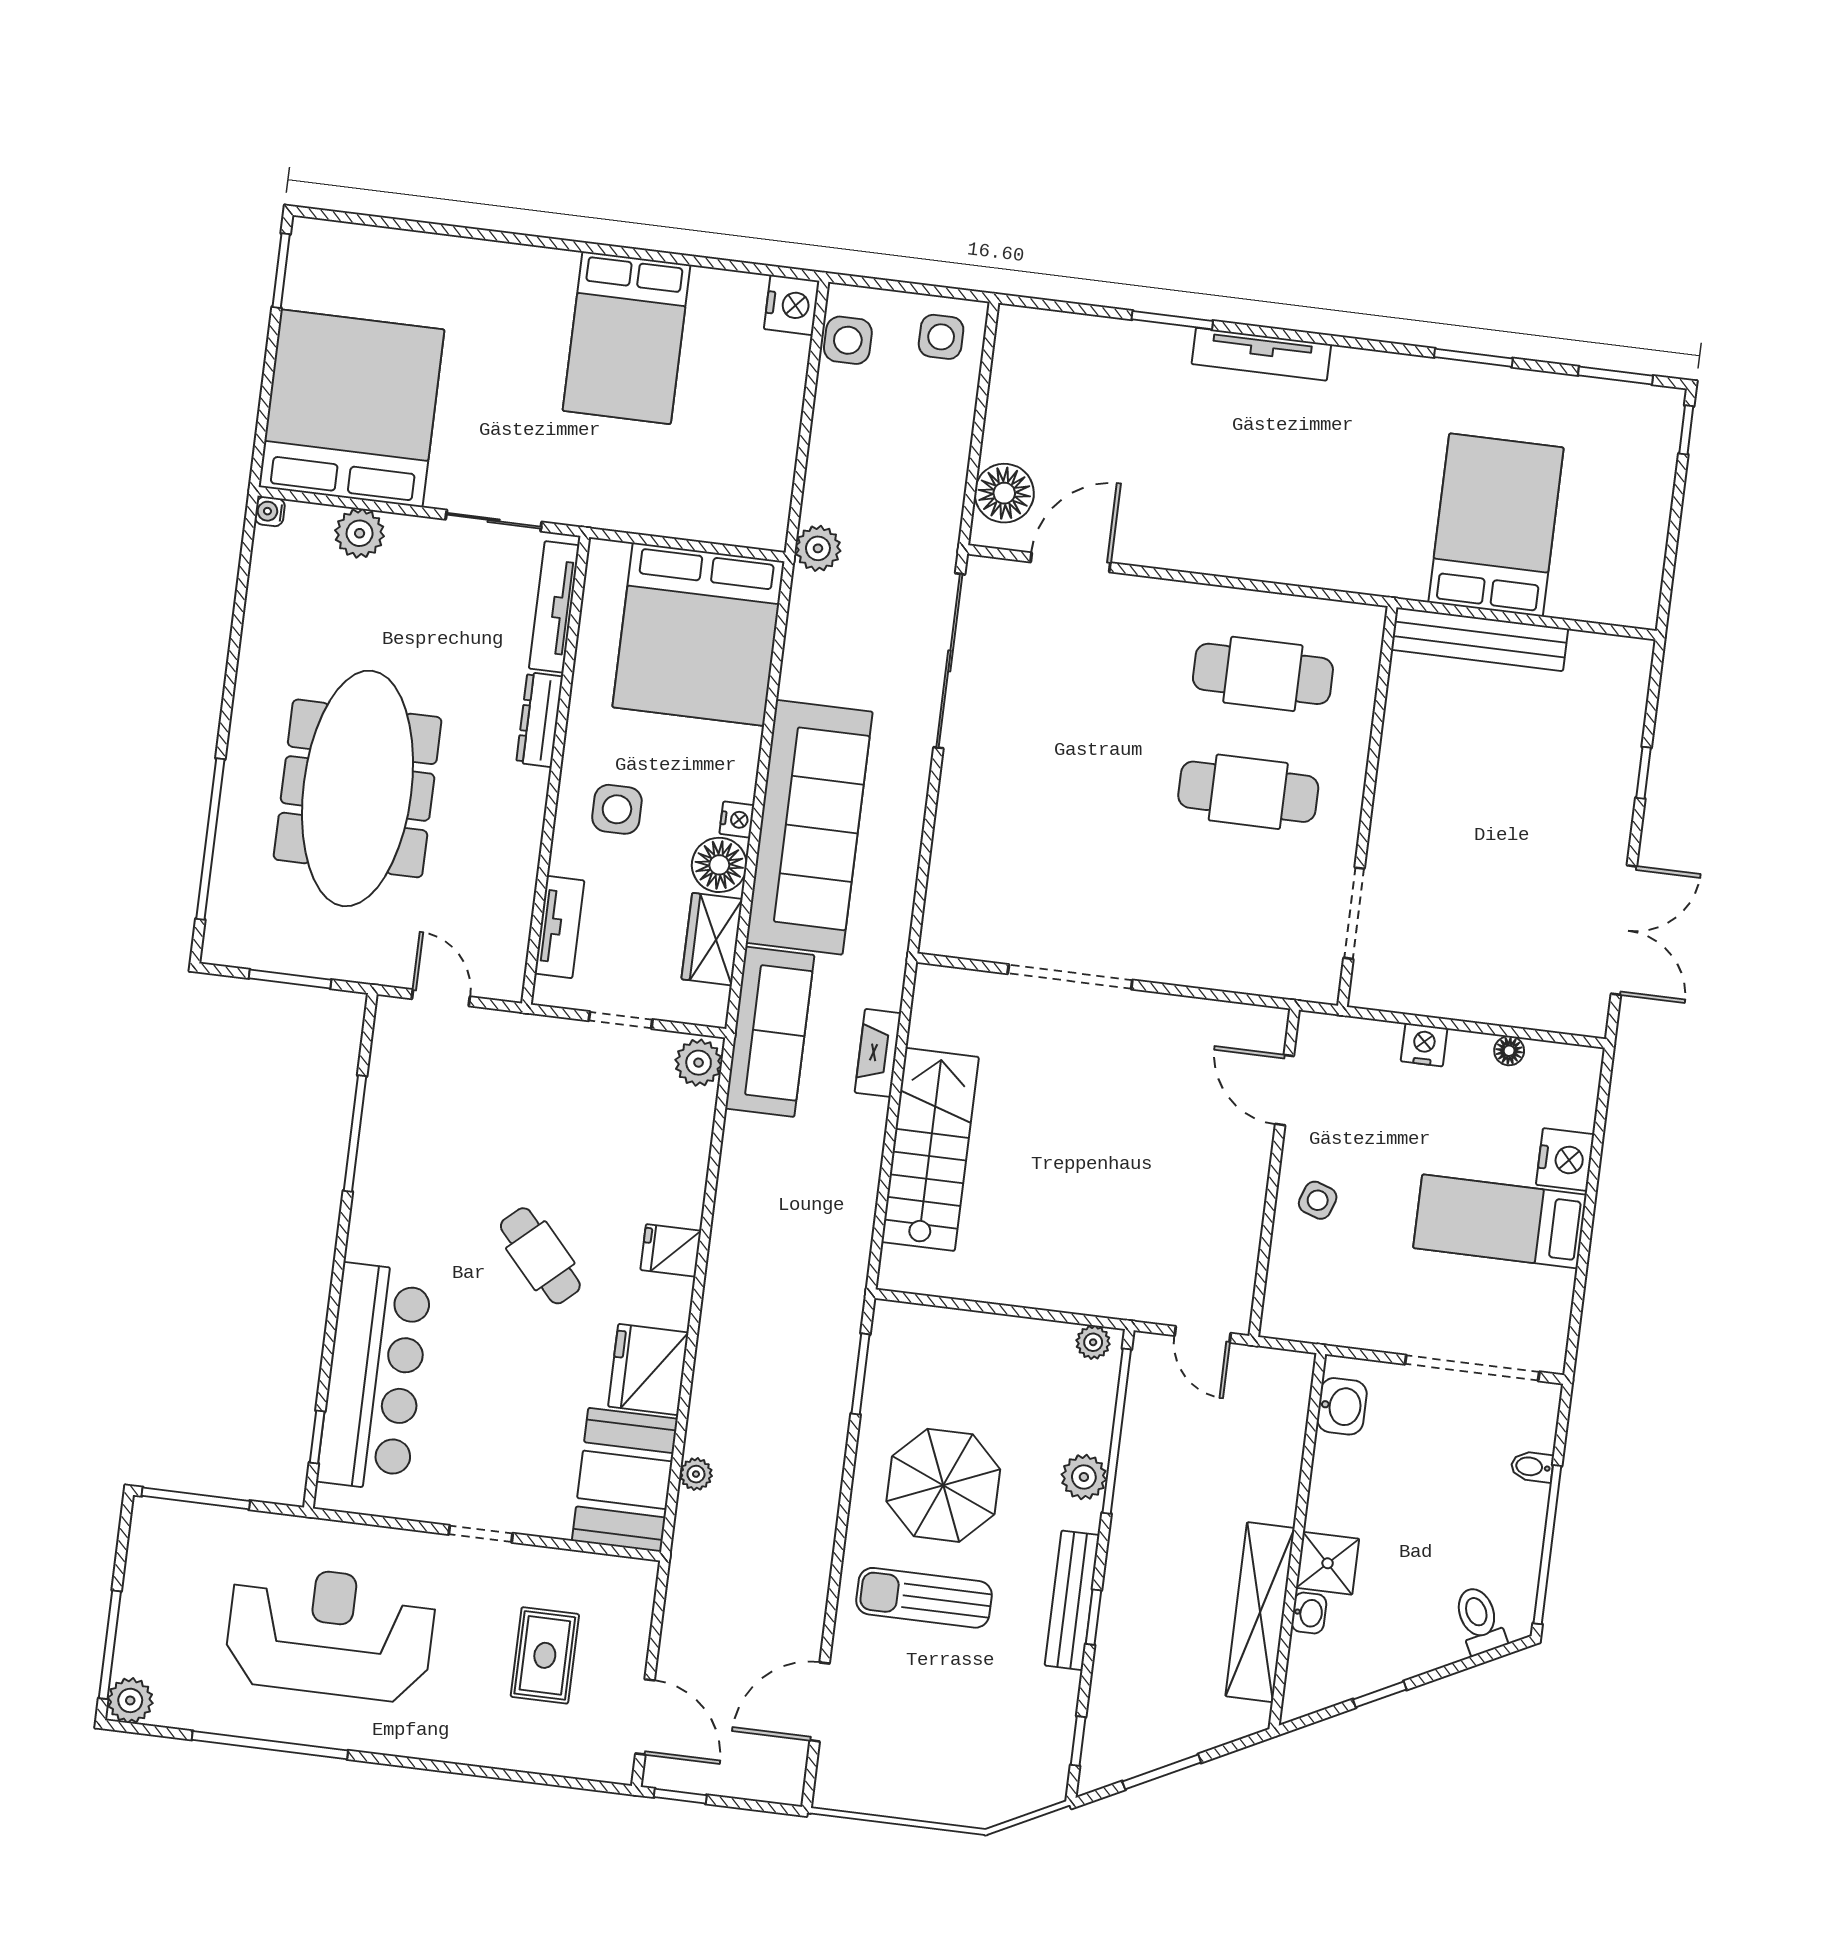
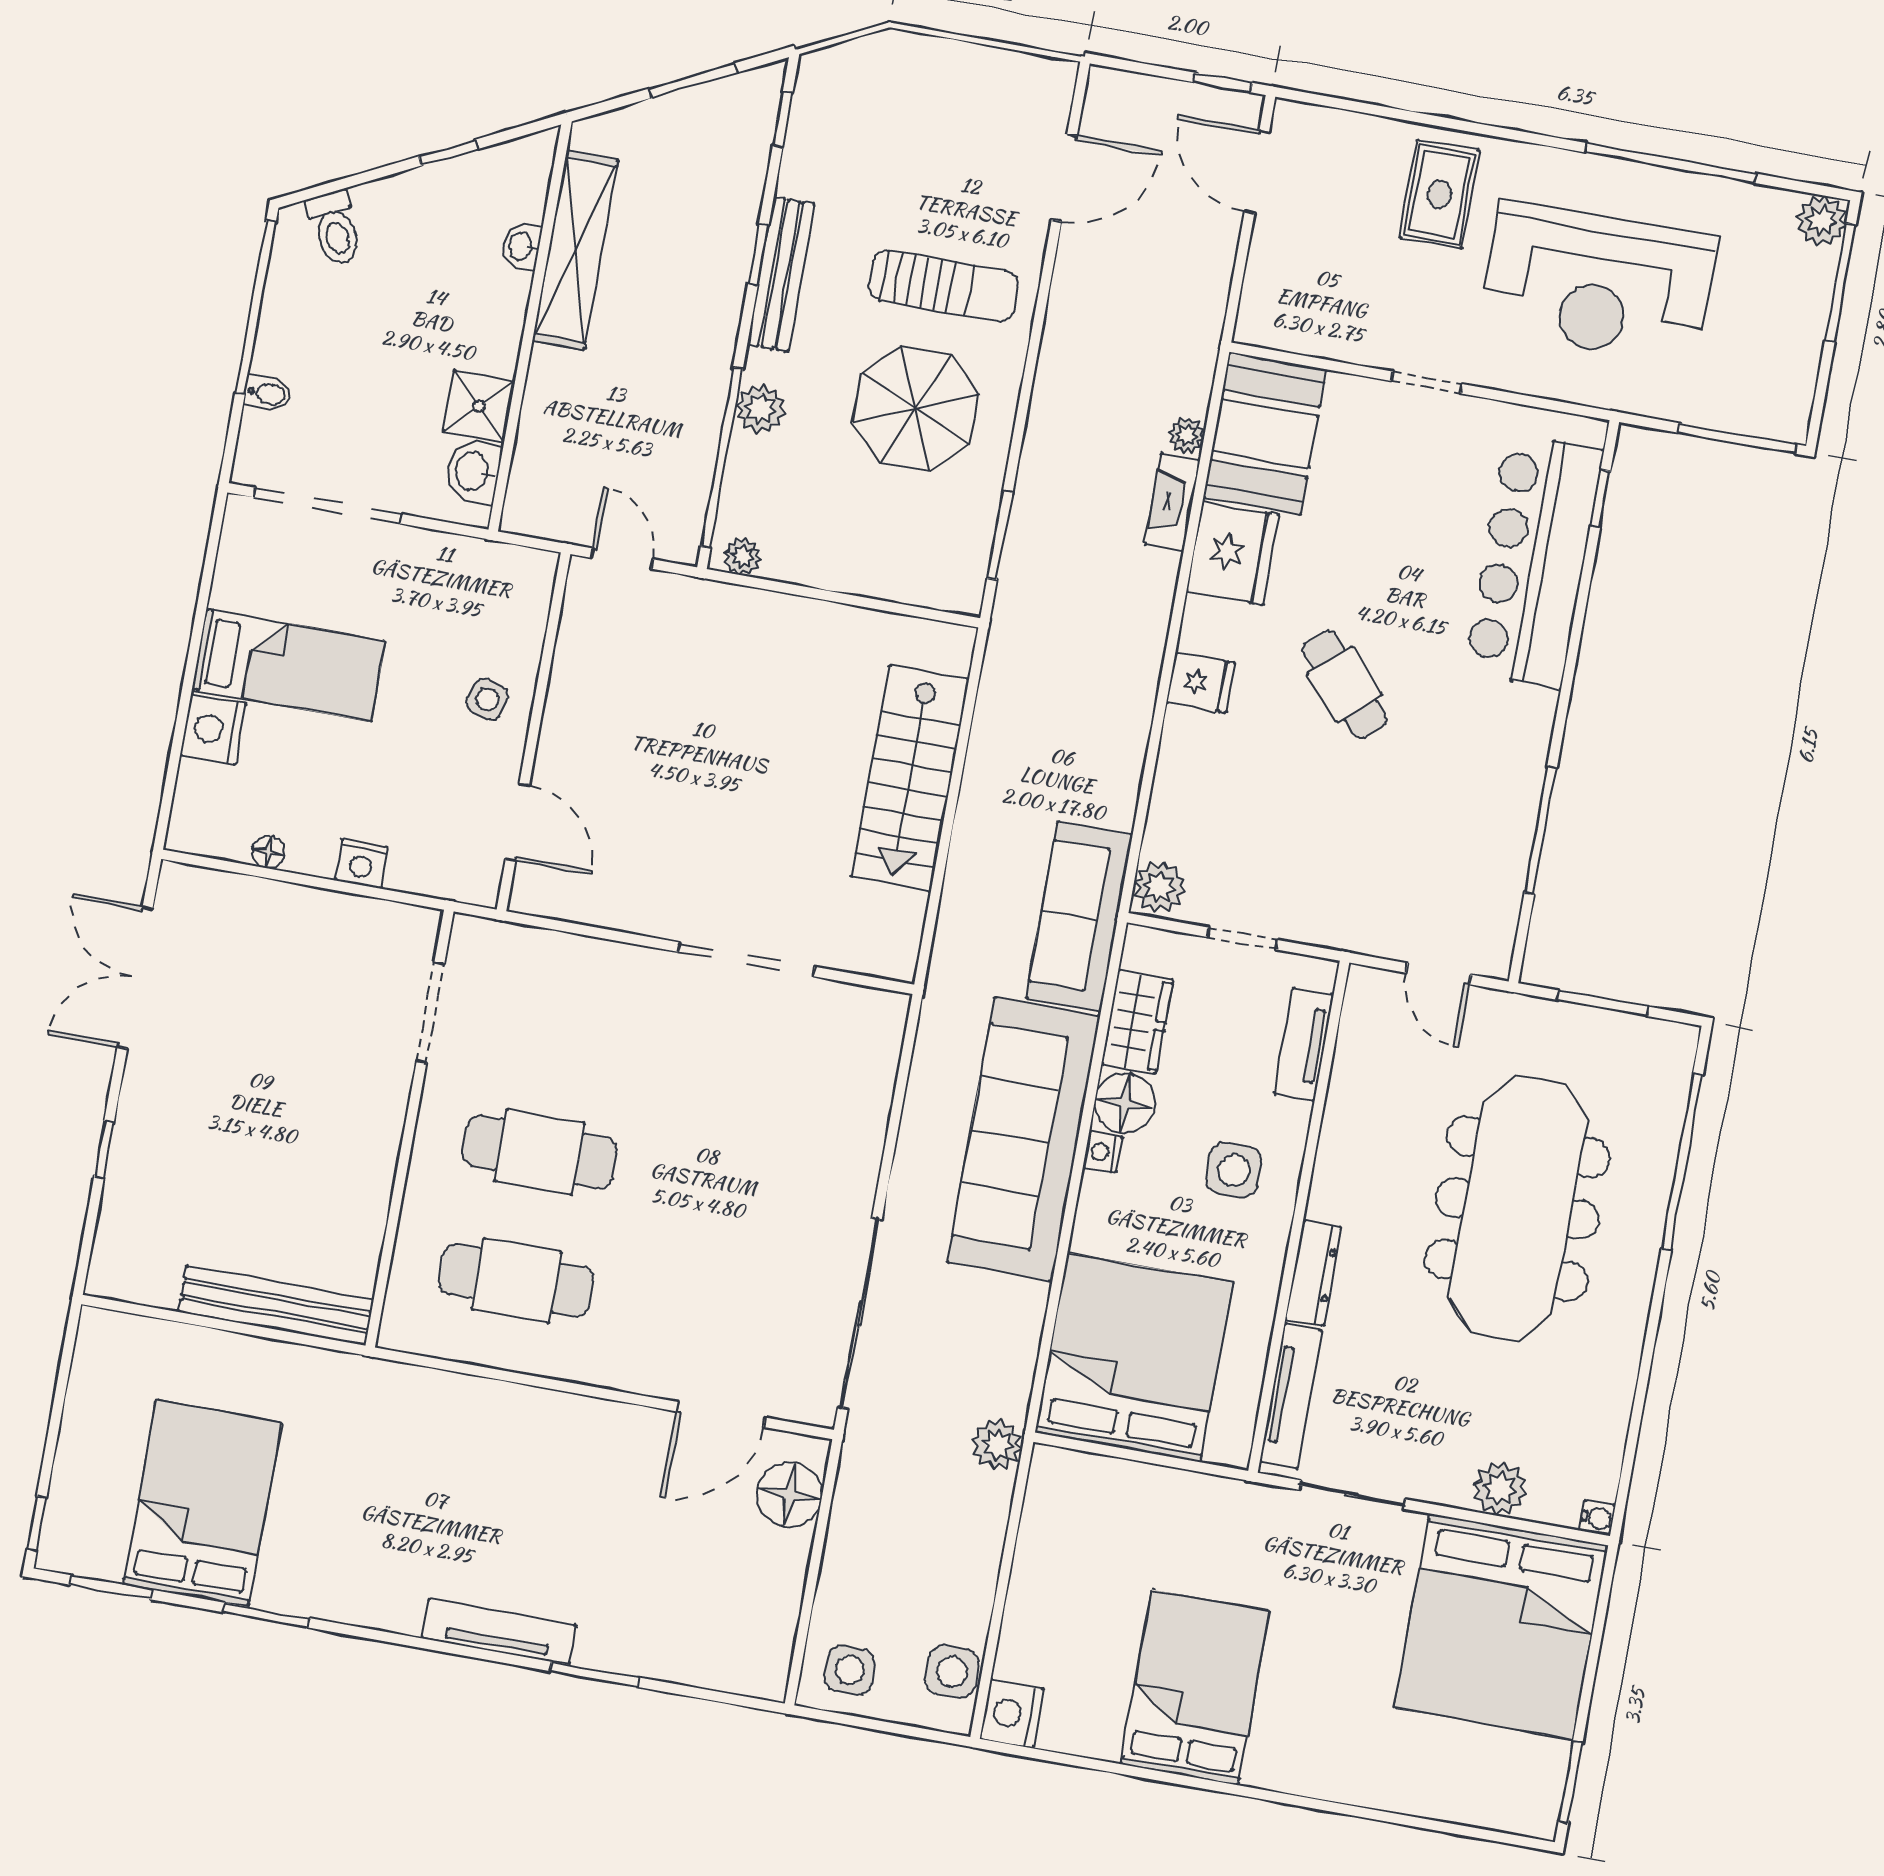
bed: (1496, 525) -> (202, 1504), moved, turned 180
fireplace: (878, 1053) -> (1172, 502), moved, turned 180
shower: (1328, 1563) -> (479, 406), moved
rug: (545, 1655) -> (1440, 194), moved

